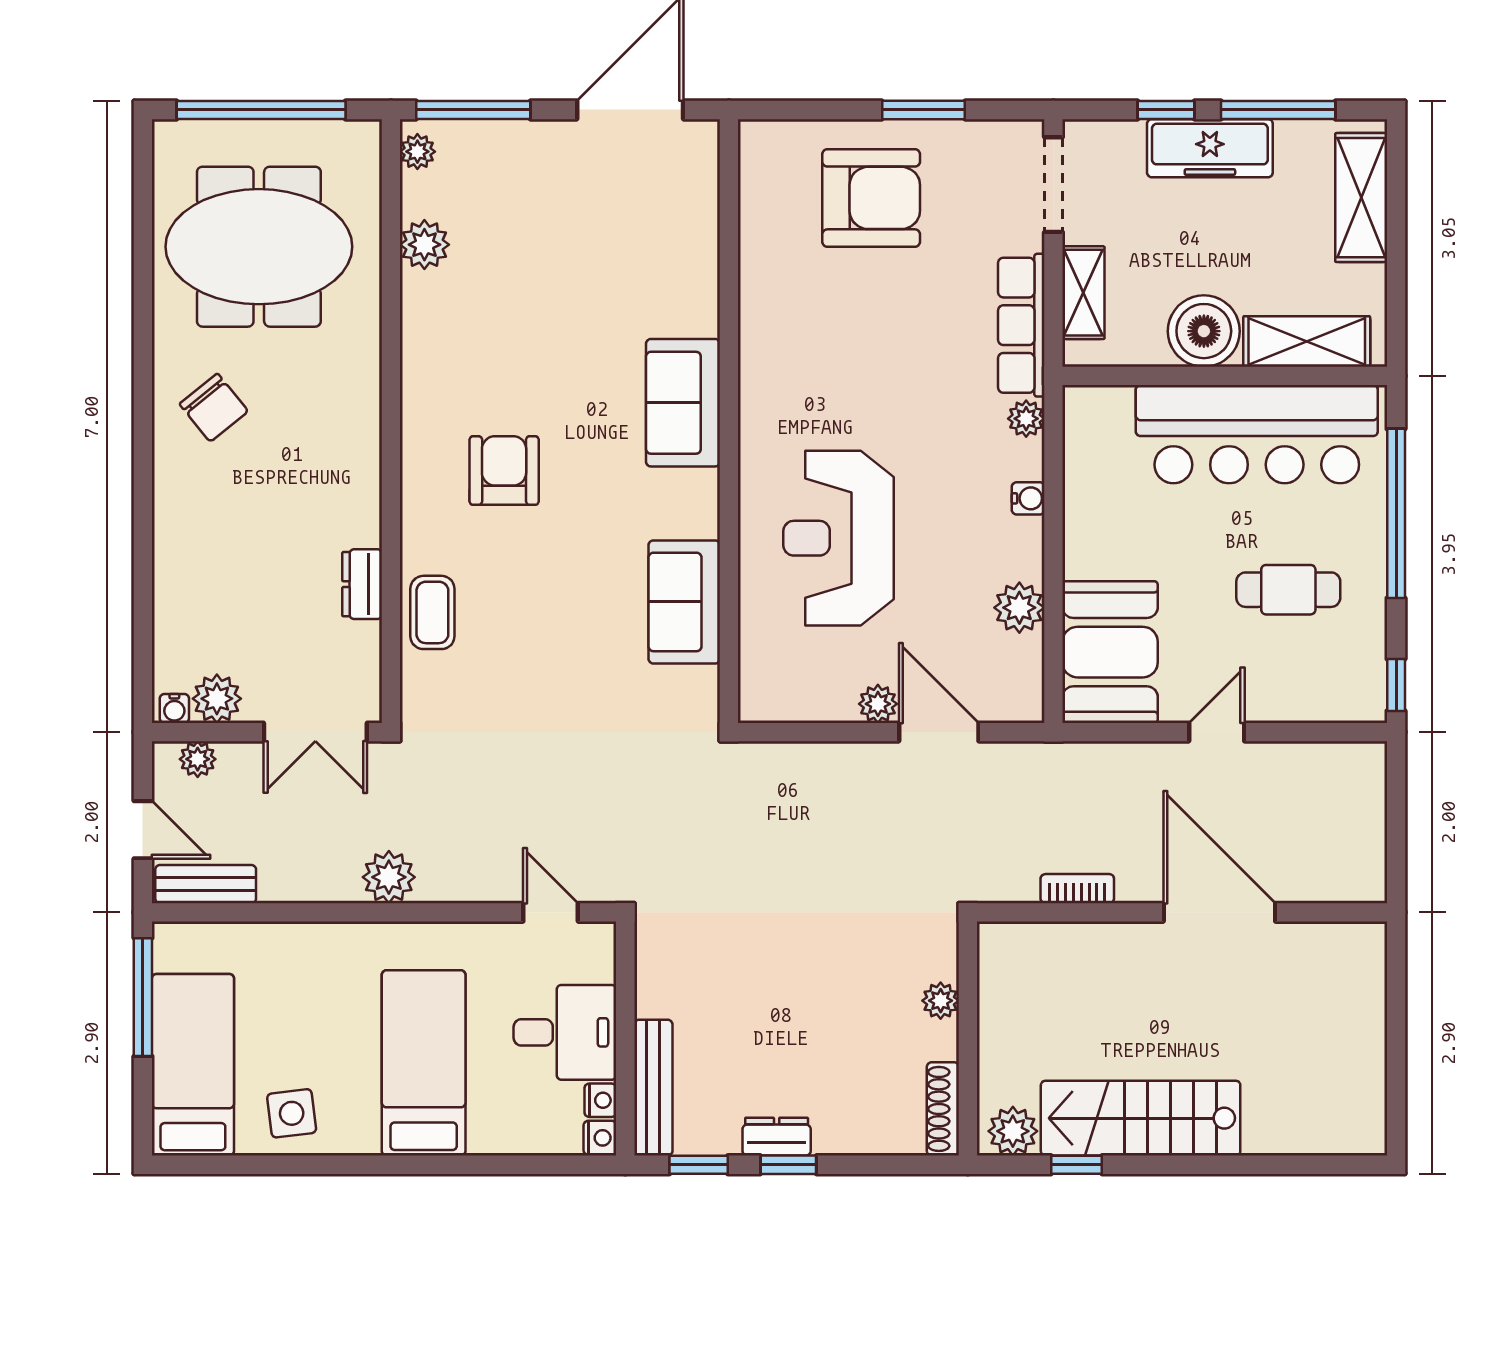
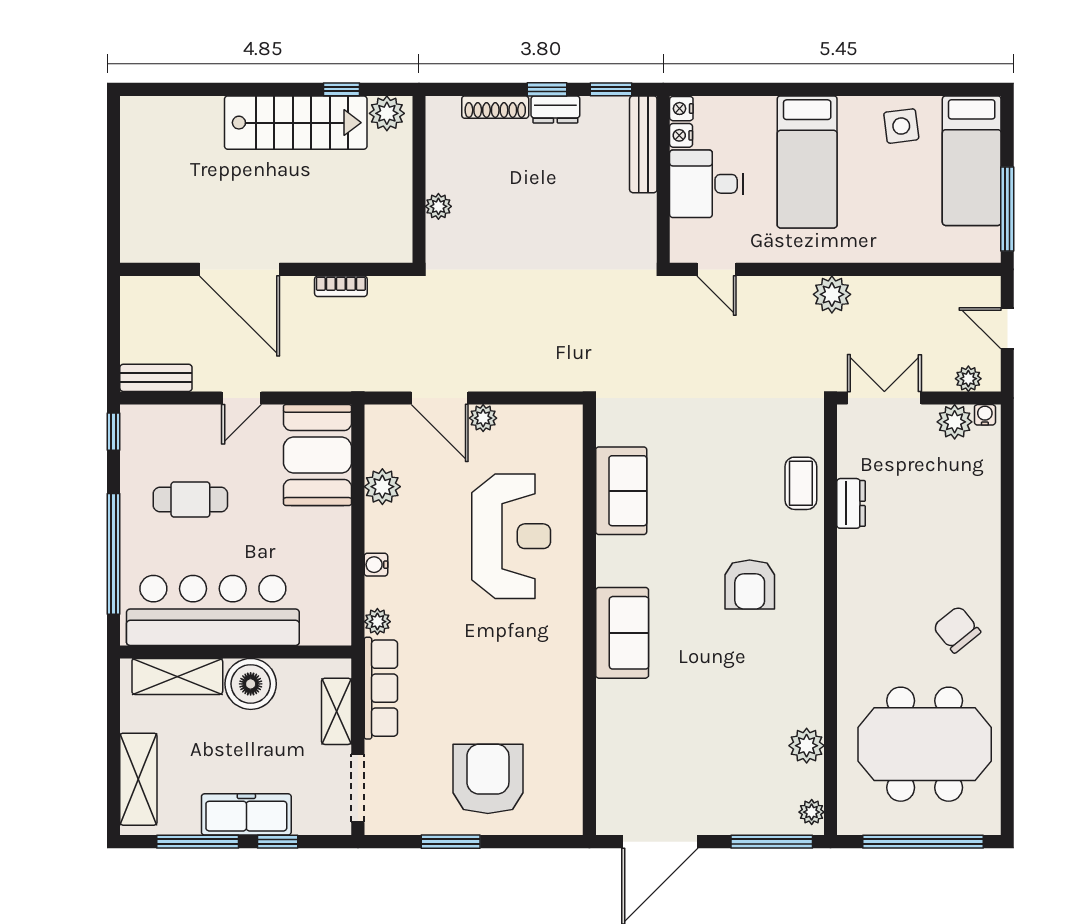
armchair: (871, 198) -> (488, 779), turned 90
bench: (206, 884) -> (156, 378), moved
shoe rack: (943, 1109) -> (495, 107), moved, turned 90

